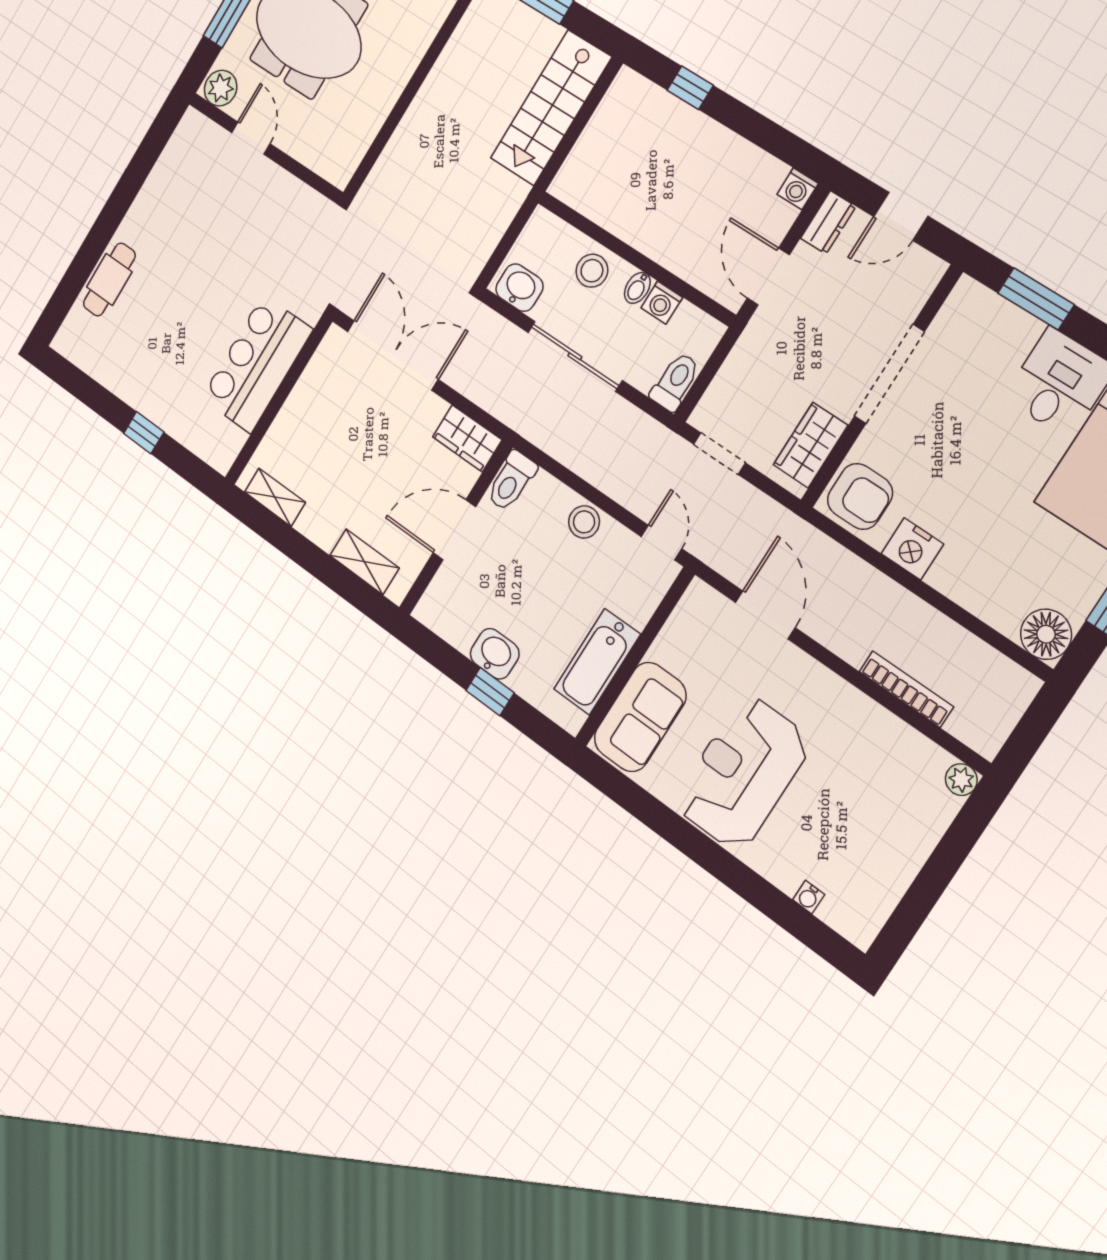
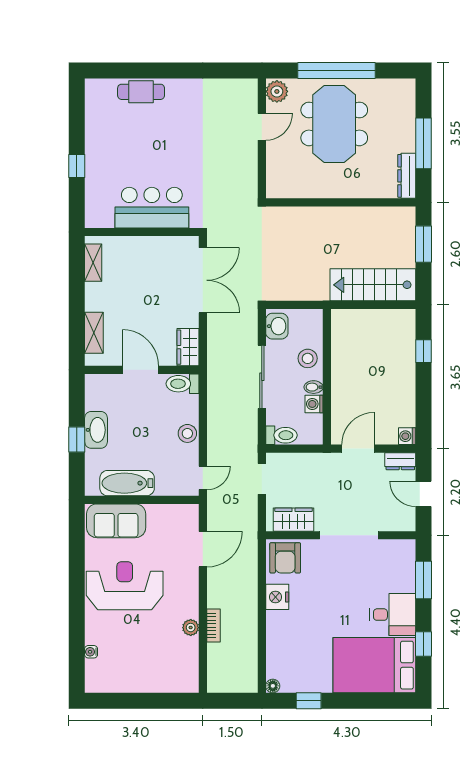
floor lamp: (1046, 634) -> (273, 686), width x0.53, depth x0.53
washbasin: (495, 654) -> (96, 430), width x1.38
bookcase: (906, 689) -> (213, 625), width x0.64
plant: (961, 780) -> (191, 628), moved

